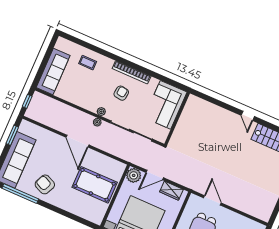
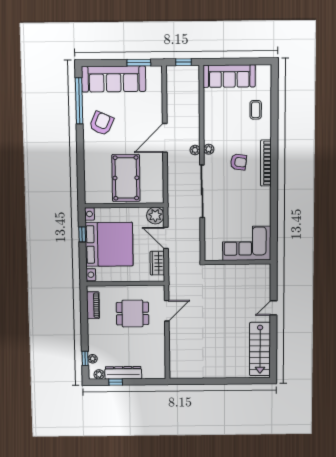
corner sofa: (166, 105) -> (247, 243), moved
wall: (177, 119) -> (237, 262), moved

